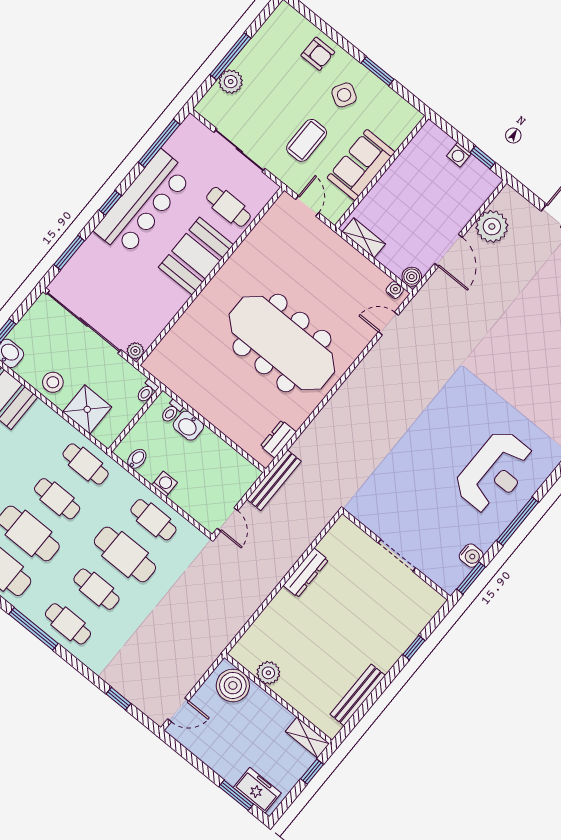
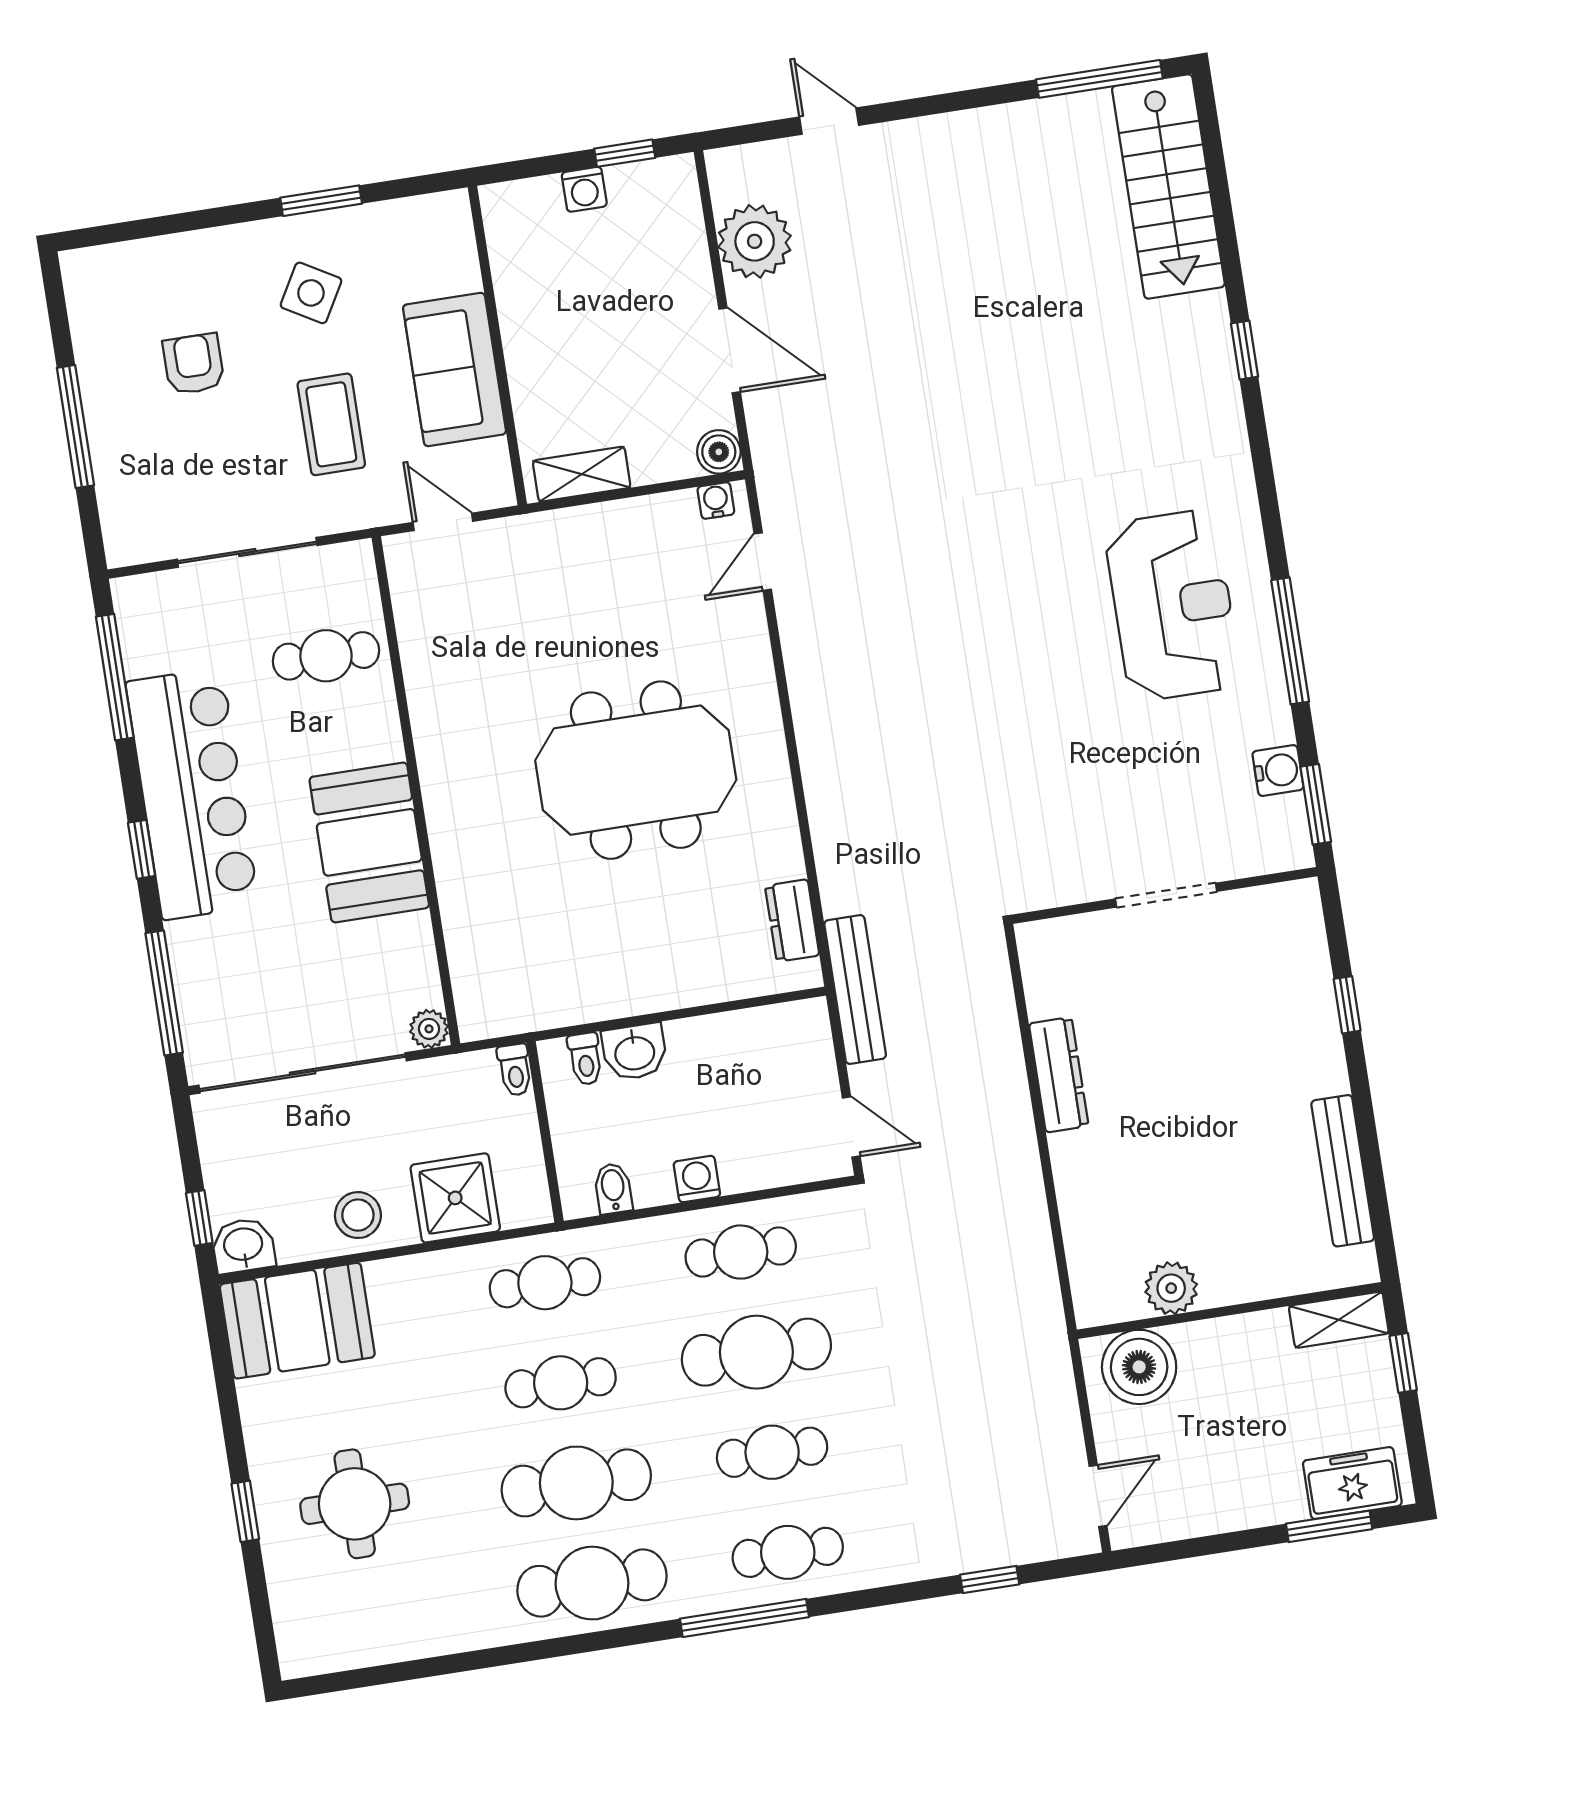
armchair: (318, 54) -> (194, 364), moved, turned -90
plant: (231, 82) -> (118, 464), removed
window: (69, 253) -> (164, 993), width x1.44
booth: (196, 256) -> (369, 842), moved
meeting table: (282, 343) -> (636, 770), width x0.73

